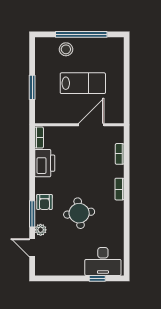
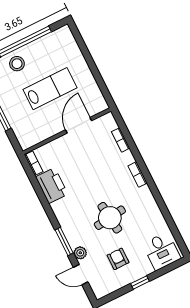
armchair: (44, 202) -> (118, 259), moved, turned 180
desk: (103, 262) -> (162, 251), width x0.73
window: (97, 278) -> (140, 282), moved

